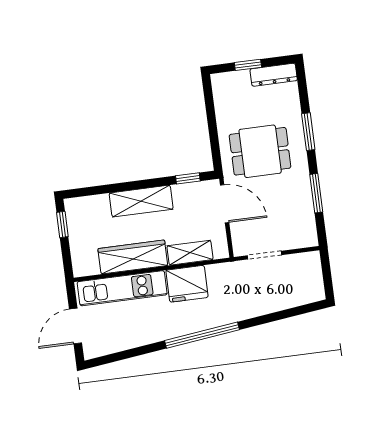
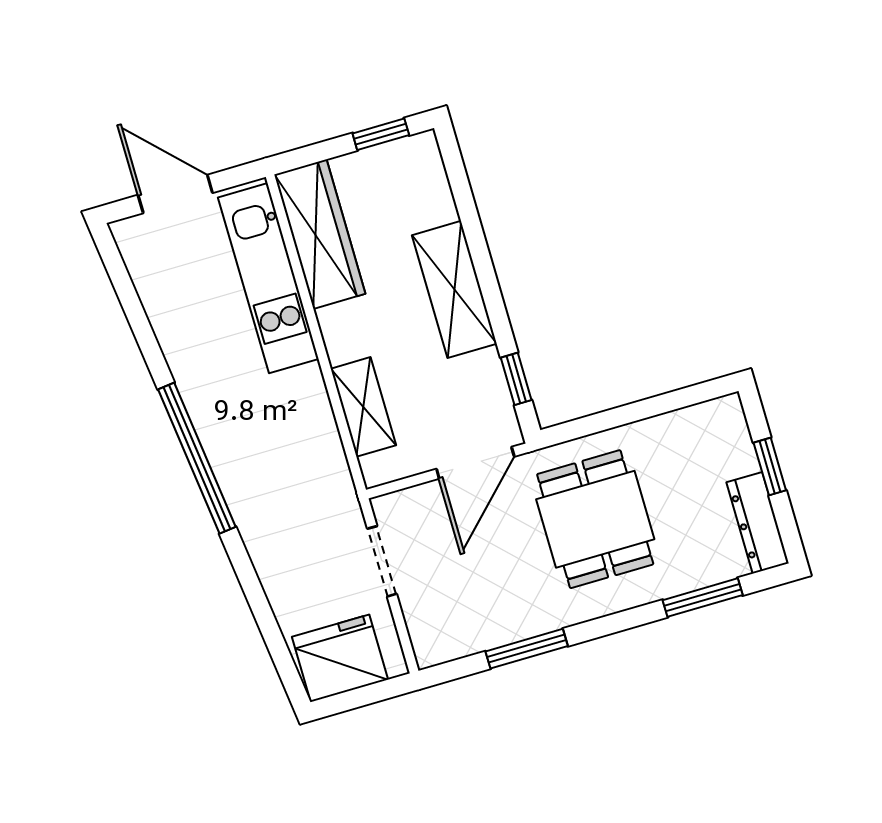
window: (308, 132) -> (703, 598), moved
wardrobe: (133, 257) -> (320, 234), moved
fridge: (187, 284) -> (340, 658), moved, turned 90

